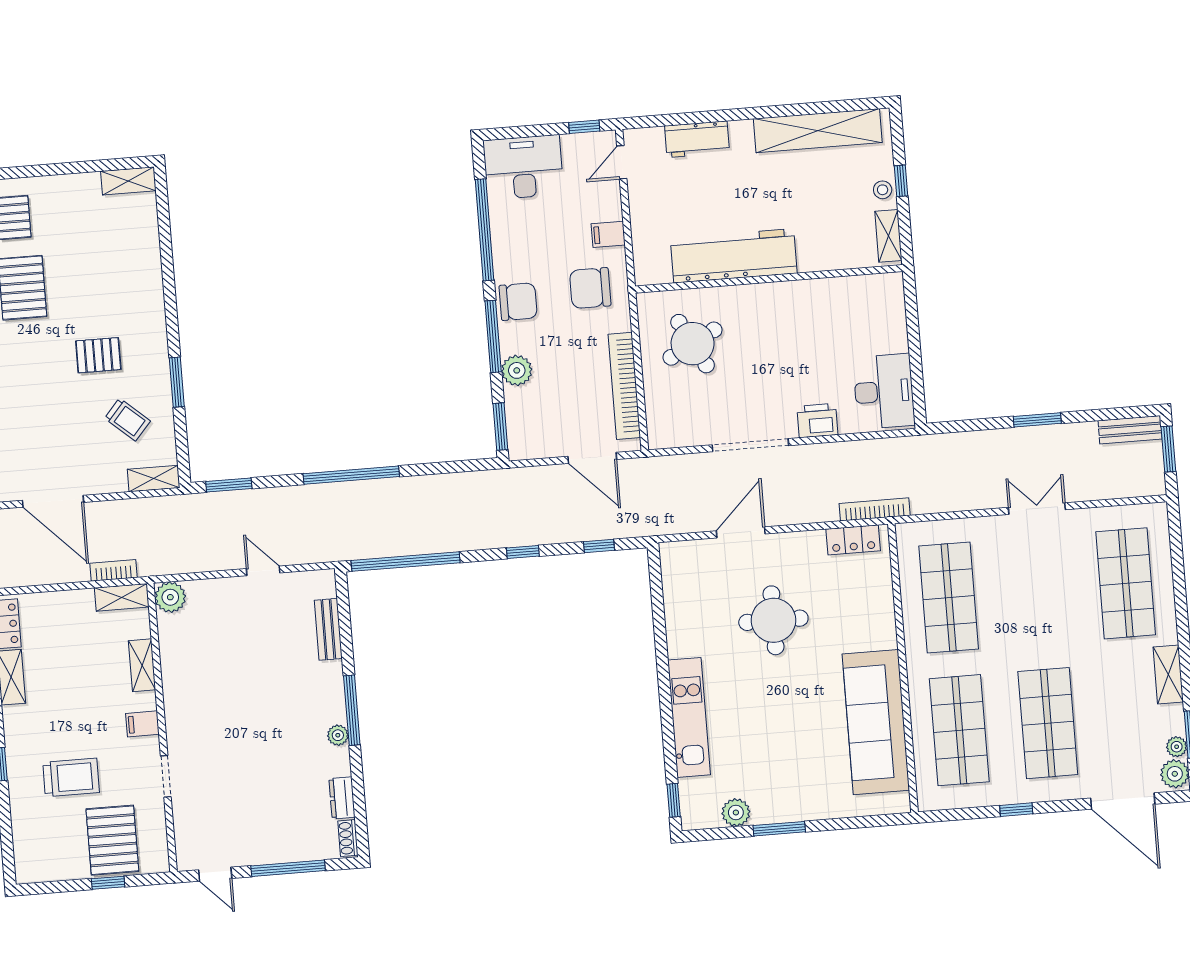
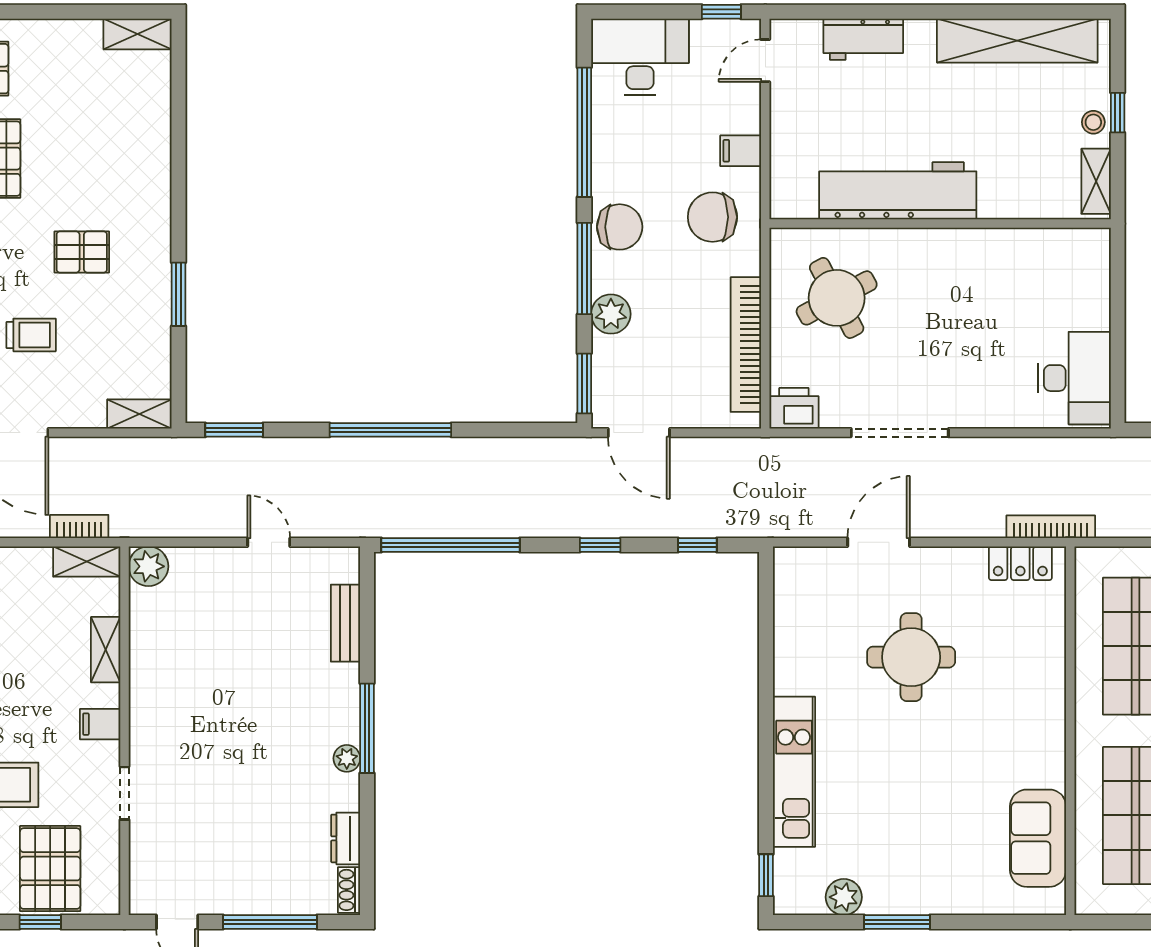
trolley: (127, 420) -> (31, 335), moved, turned -41
printer: (817, 421) -> (794, 408), moved
door: (592, 458) -> (639, 433), moved
sofa: (876, 722) -> (1038, 838), width x0.54, depth x0.79

